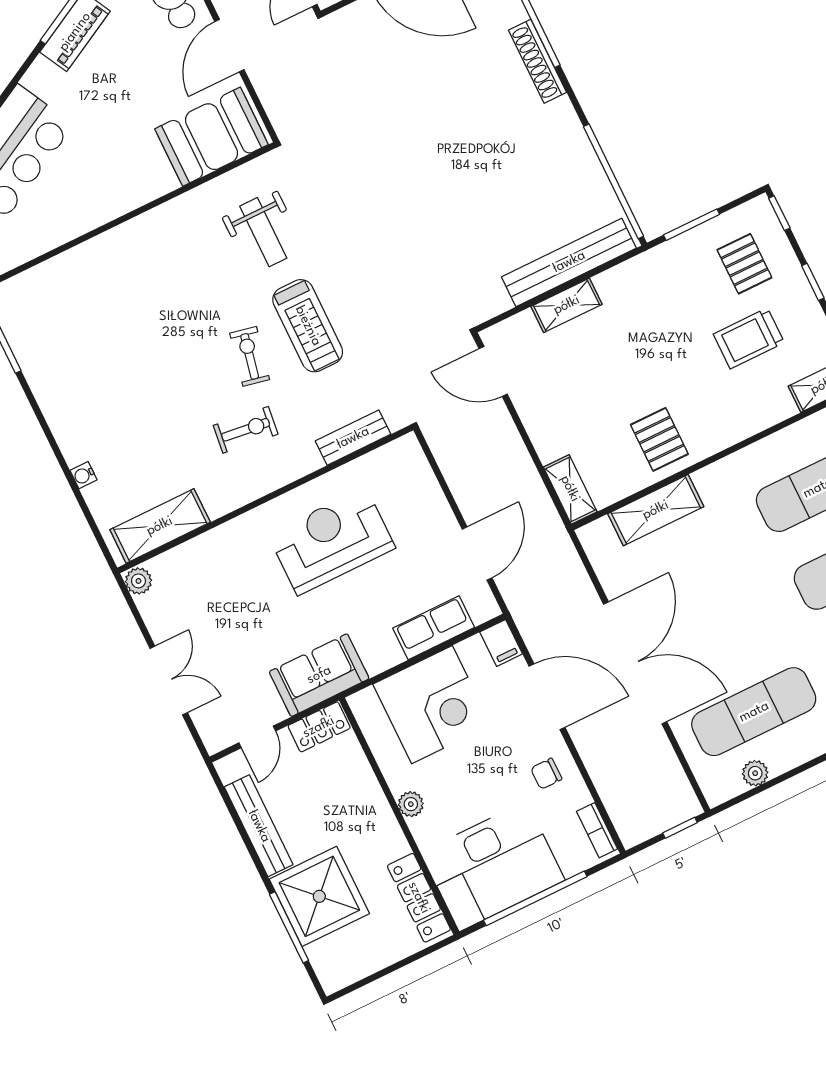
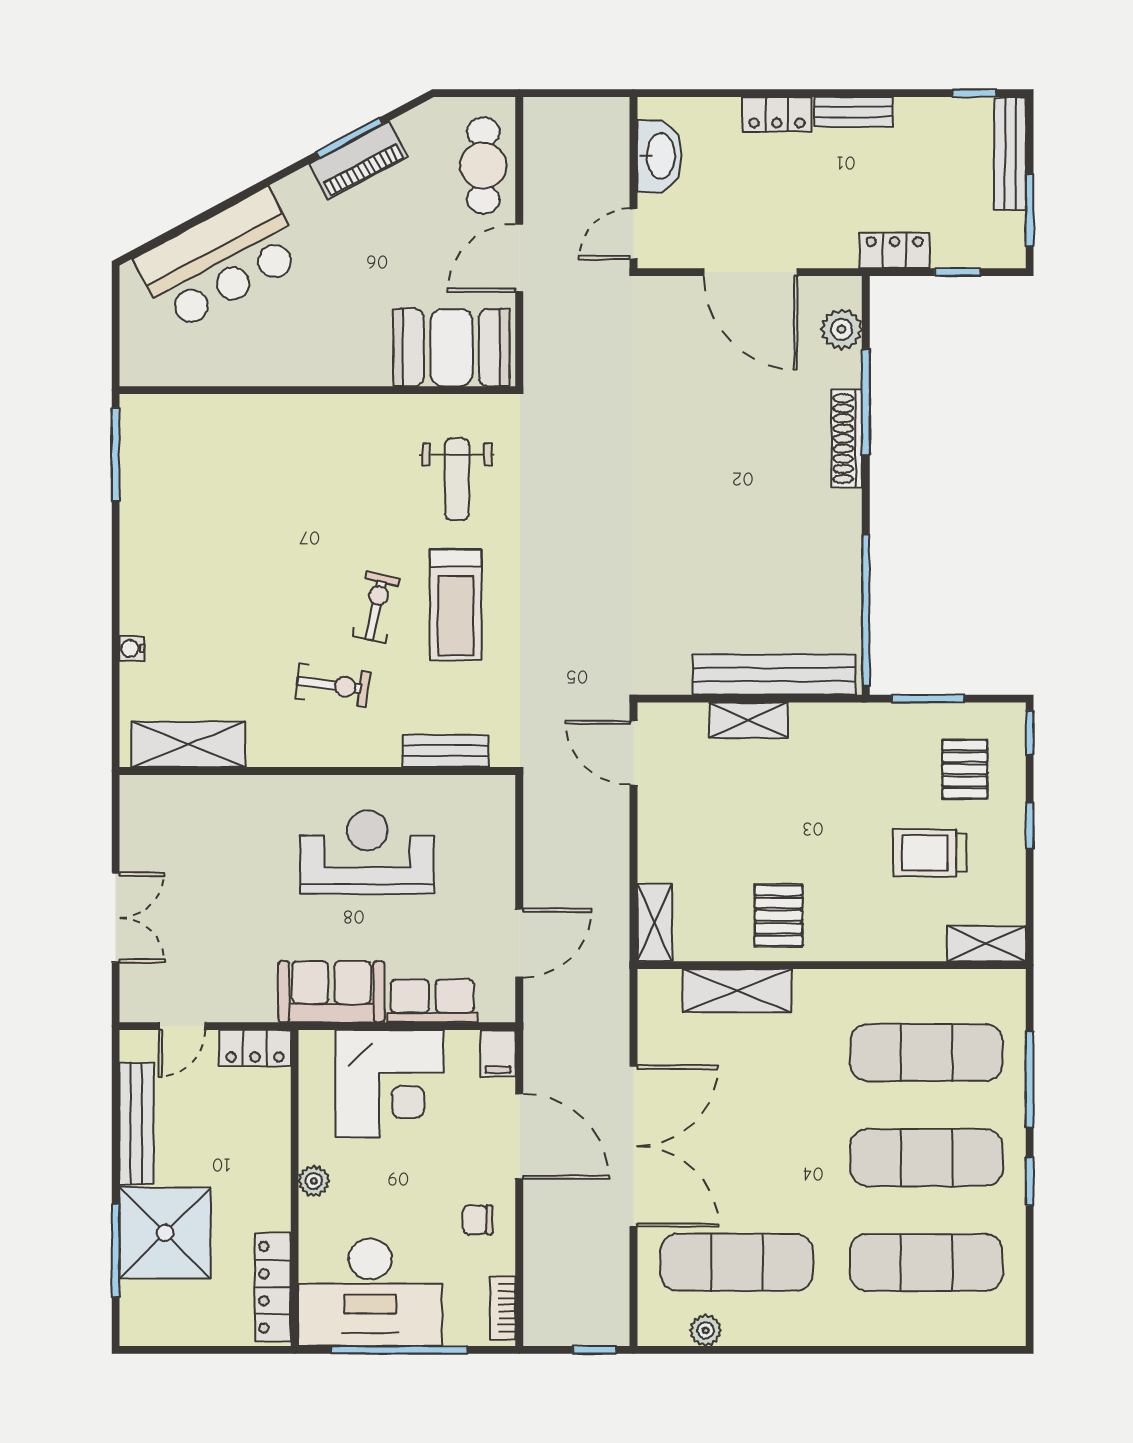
plant: (138, 581) -> (136, 793), removed
sofa: (319, 675) -> (331, 992), moved

